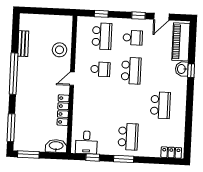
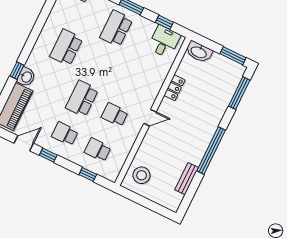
school desk: (102, 36) -> (98, 150), width x0.54
stool: (60, 50) -> (142, 175), moved
locker: (63, 110) -> (174, 88), width x0.66

